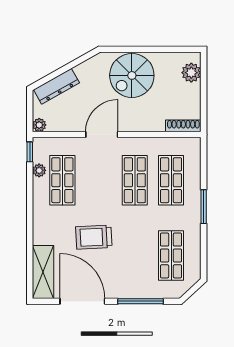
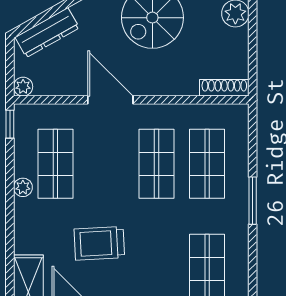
door: (102, 134) -> (110, 100), hinge flipped
plant: (39, 170) -> (23, 187), moved

